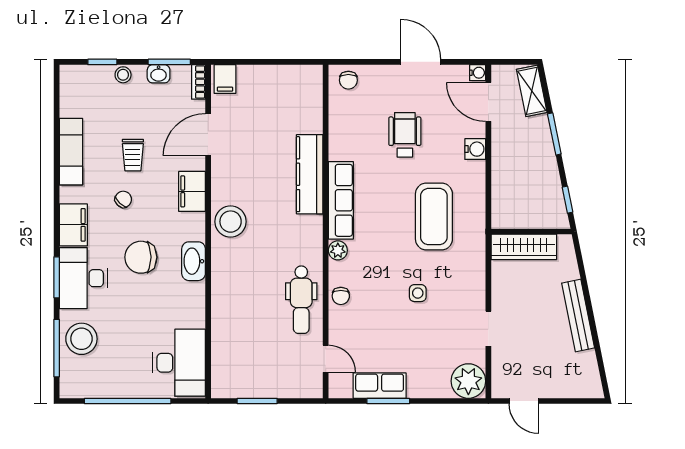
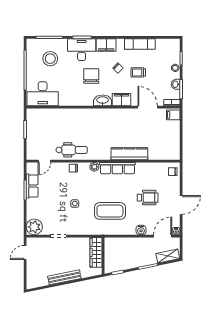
stool: (231, 222) -> (108, 117), removed
washbasin: (194, 261) -> (103, 100), moved
dental chair: (301, 300) -> (72, 150), turned 180
stool: (81, 339) -> (50, 59), moved

